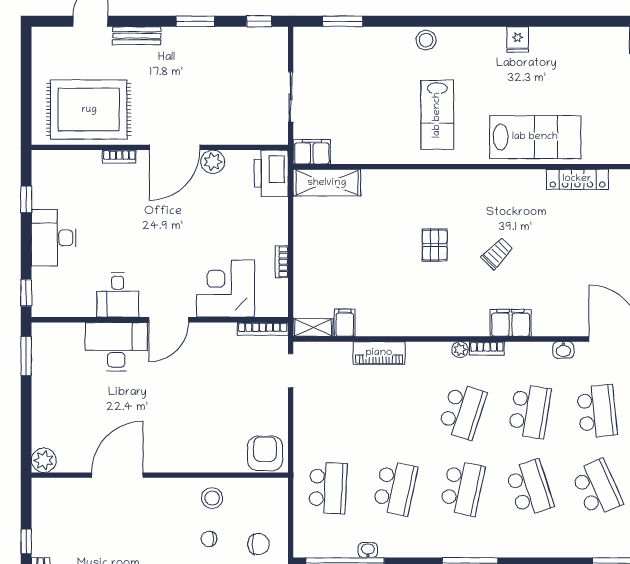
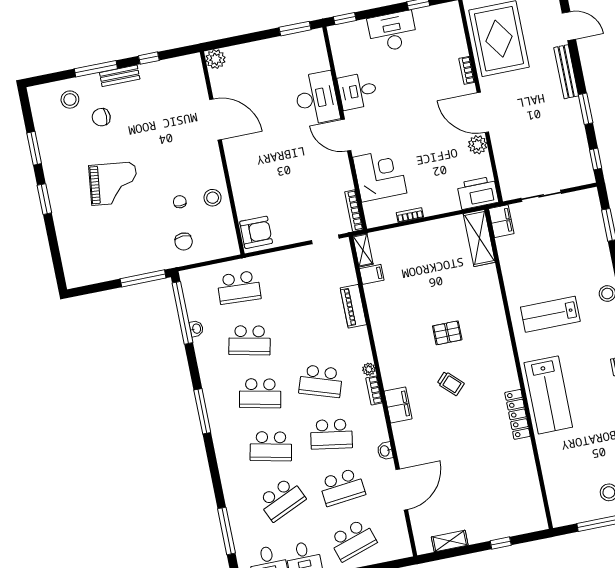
bench: (137, 36) -> (566, 72), width x1.36
locker: (577, 179) -> (517, 414), moved
school desk: (530, 488) -> (271, 446), turned 30

